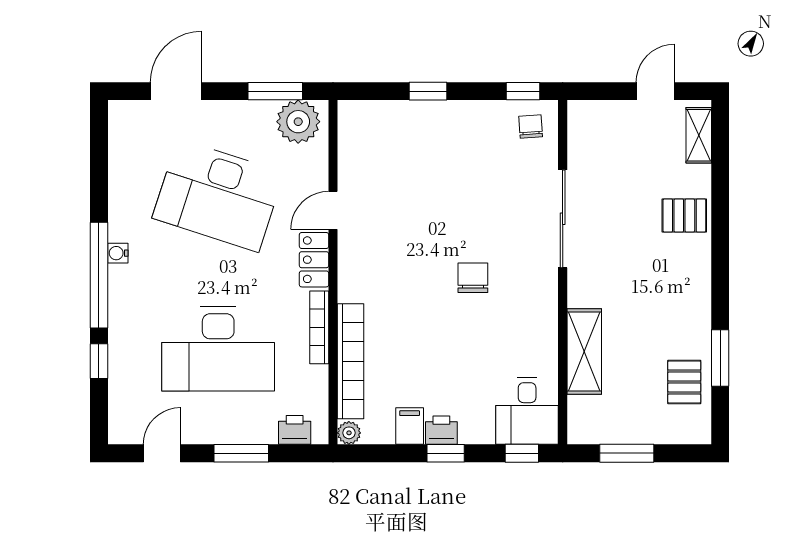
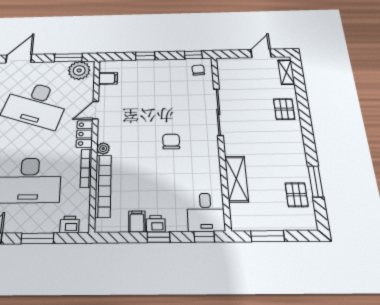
filing cabinet: (355, 141) -> (108, 78), added
pallet: (684, 216) -> (284, 109), turned 90
plant: (349, 433) -> (103, 149), moved

